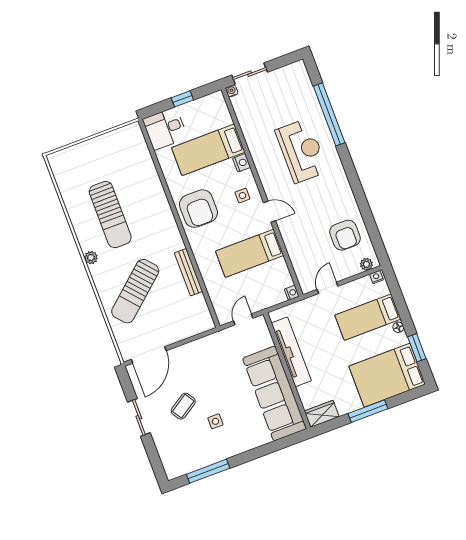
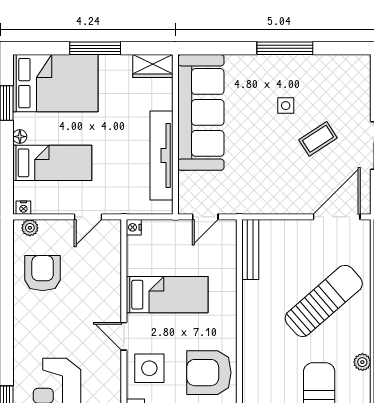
side table: (242, 196) -> (149, 368), width x1.87, depth x1.87
armchair: (198, 209) -> (209, 373), turned -90
bench: (188, 272) -> (250, 250), moved
window: (208, 471) -> (285, 48), moved

